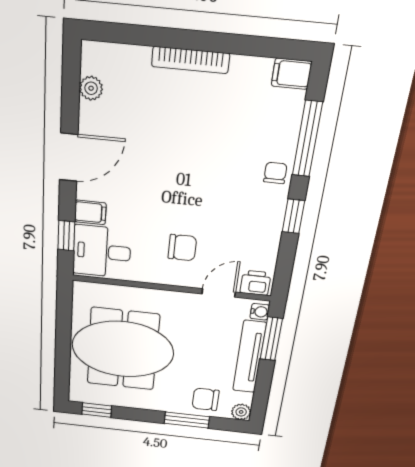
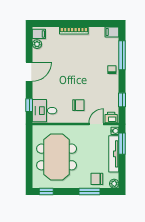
filing cabinet: (90, 212) -> (39, 34), moved
window: (293, 216) -> (122, 100), moved
meeting table: (123, 349) -> (57, 157), turned 90

